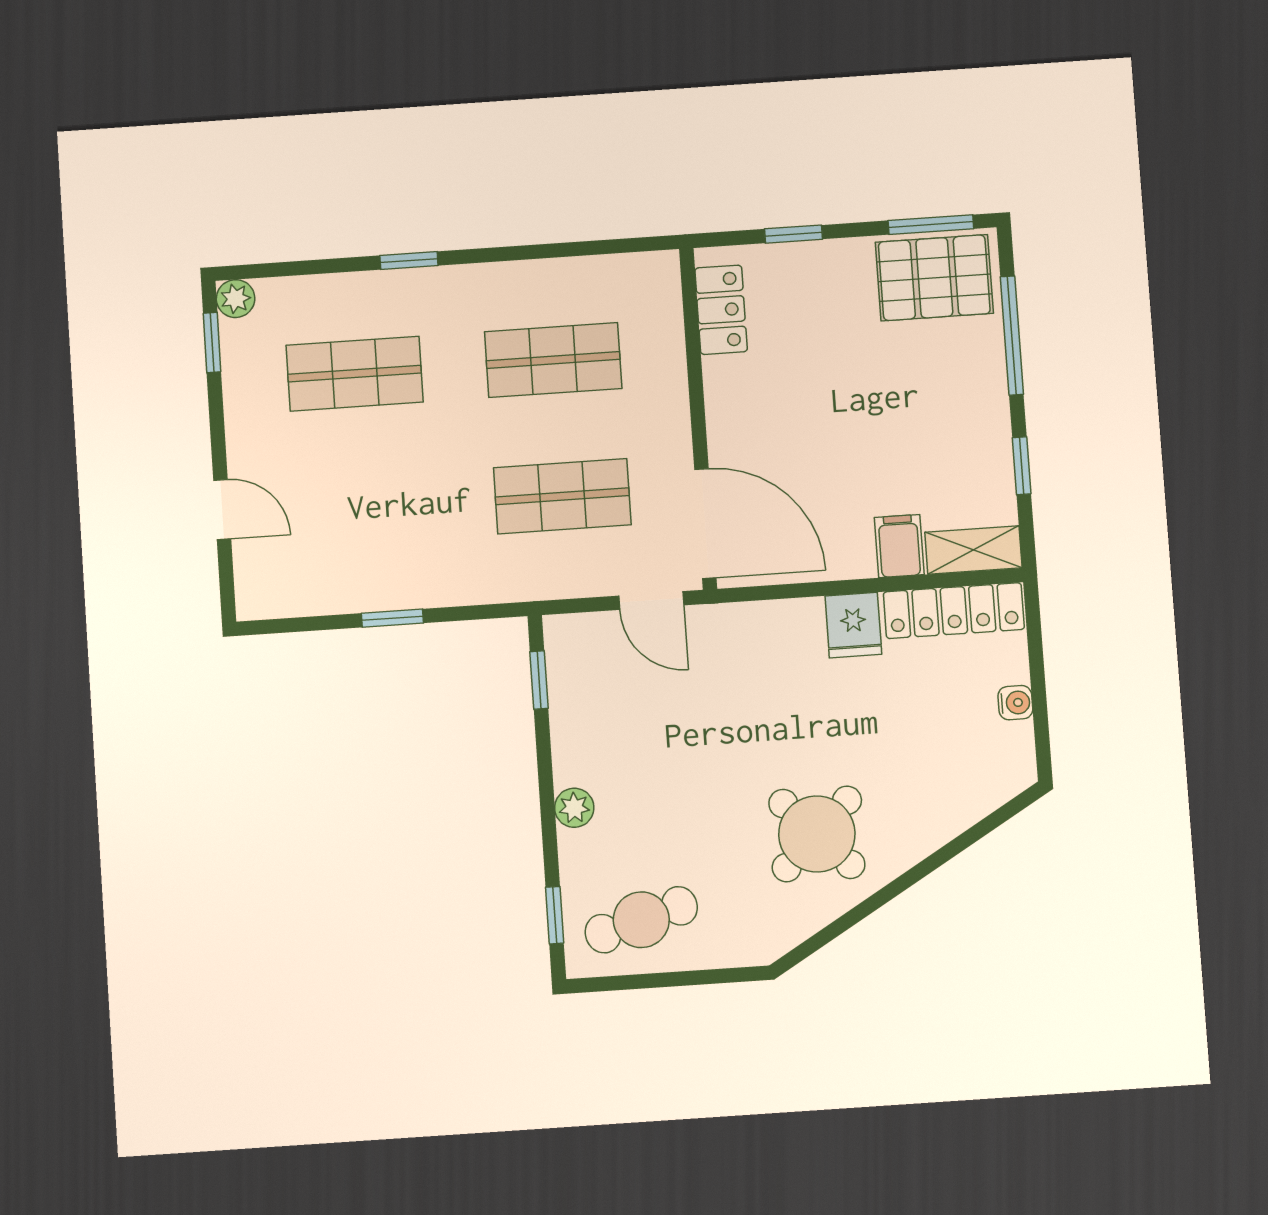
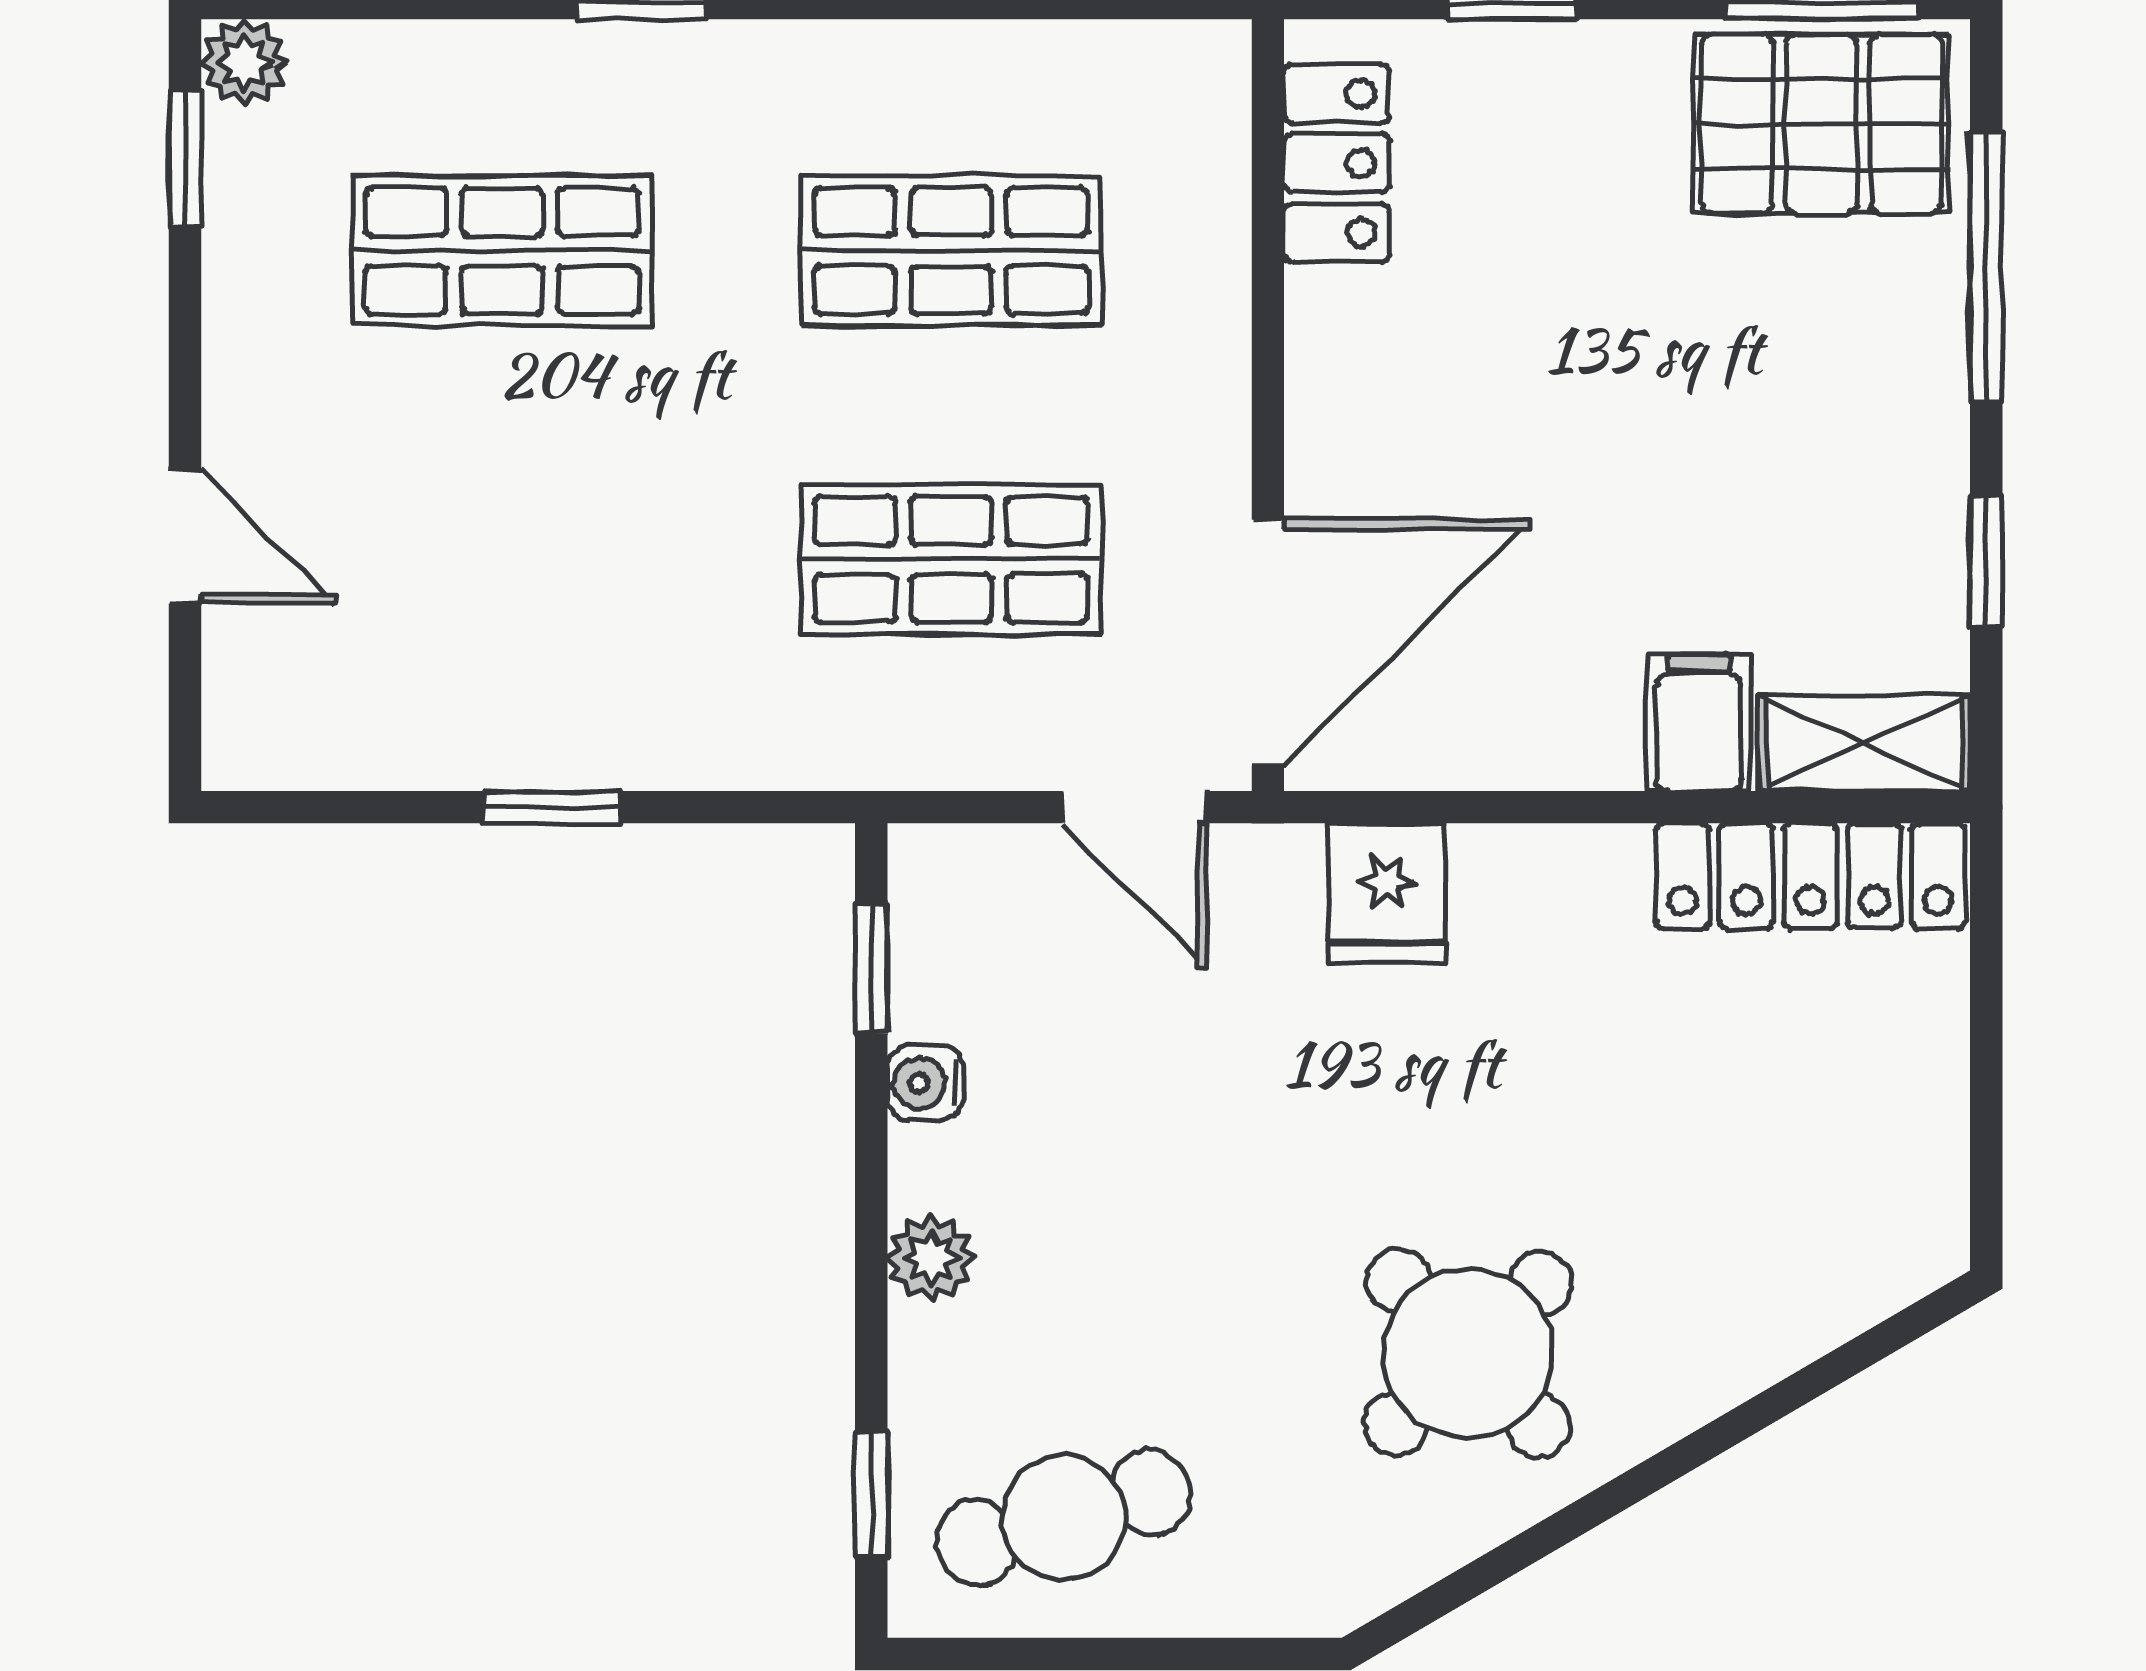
door: (705, 523) -> (1268, 643), hinge flipped
fridge: (853, 625) -> (1387, 893), moved
water cooler: (1015, 703) -> (925, 1083), moved, turned 180

